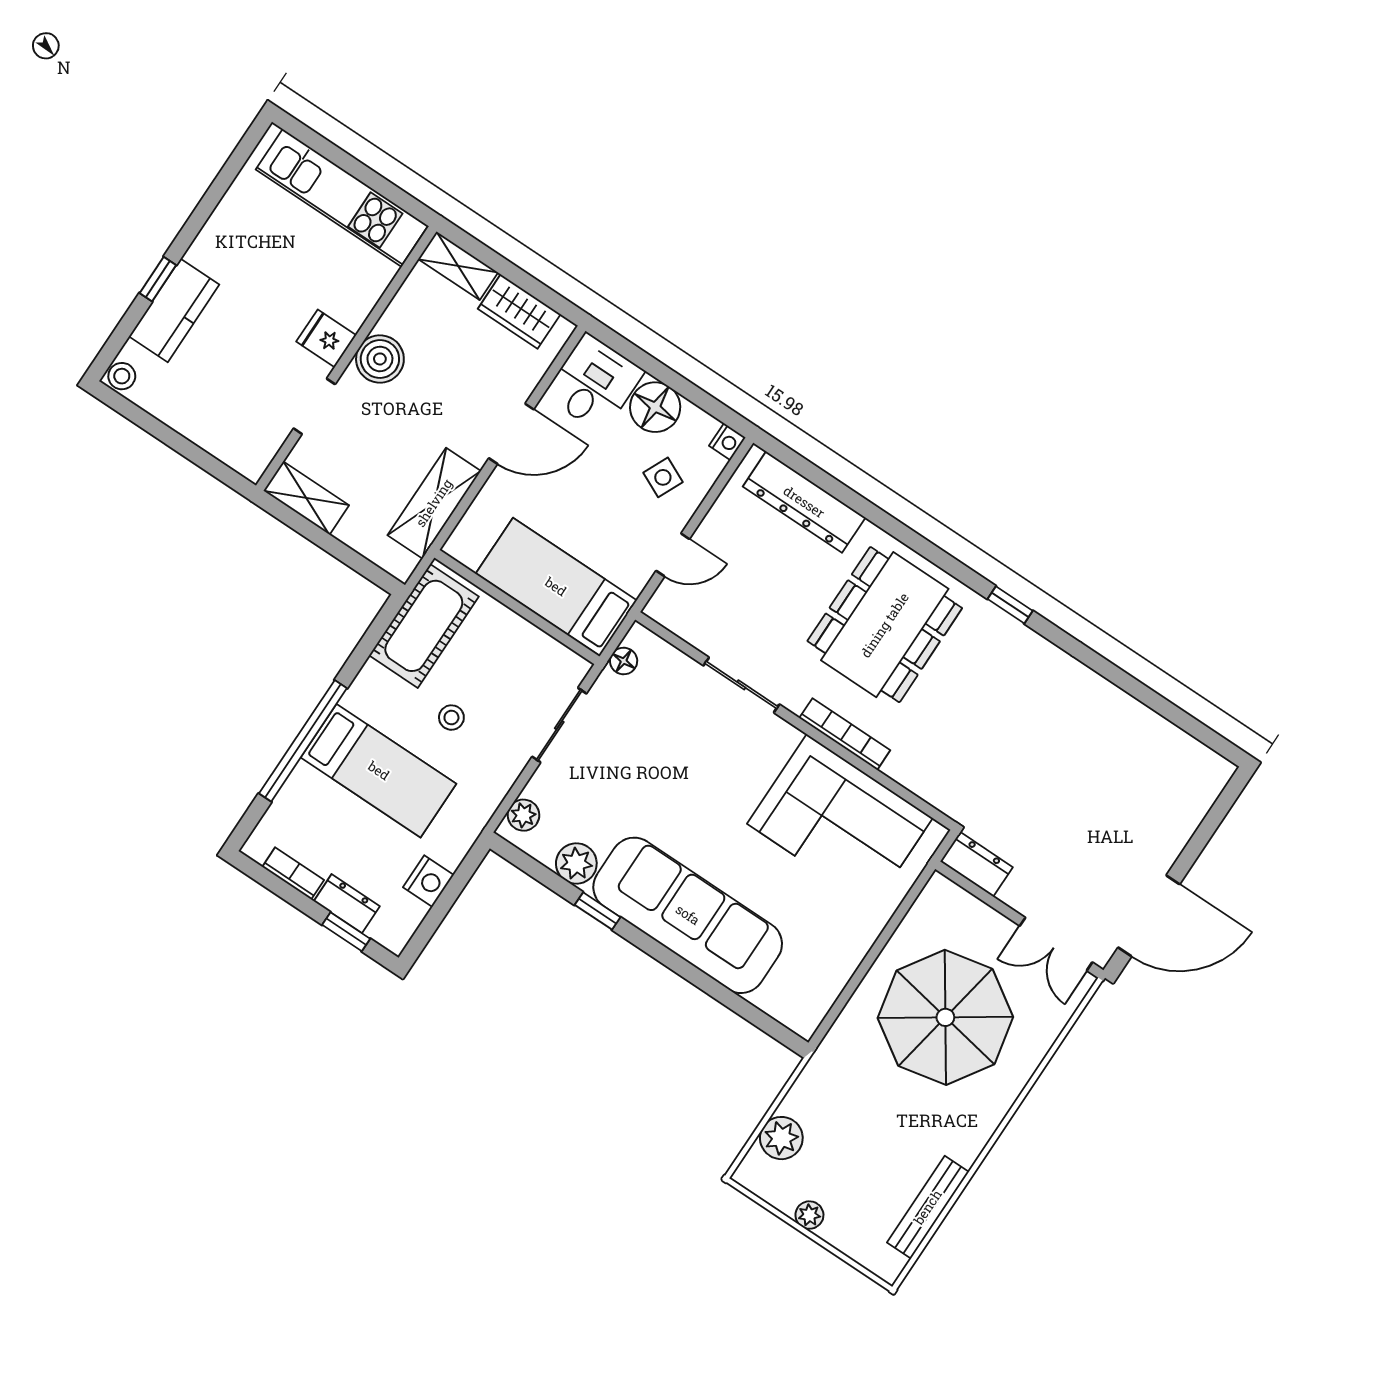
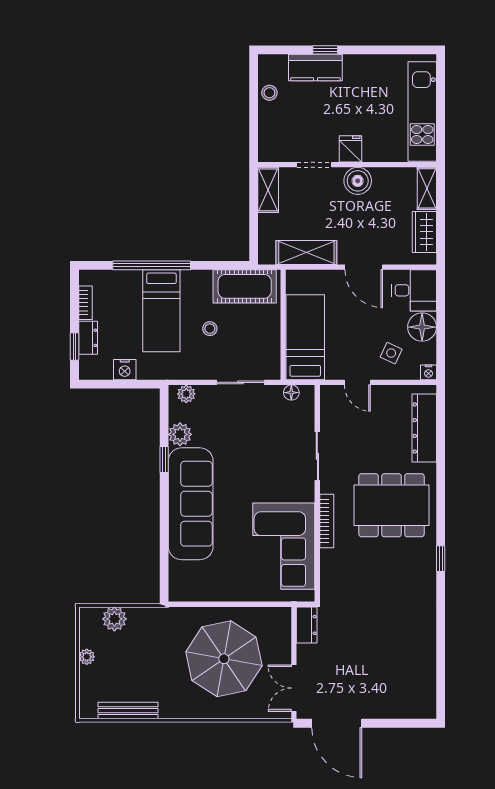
stool: (122, 376) -> (269, 93), moved

